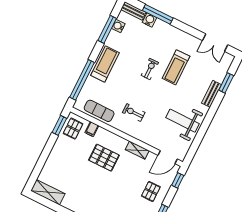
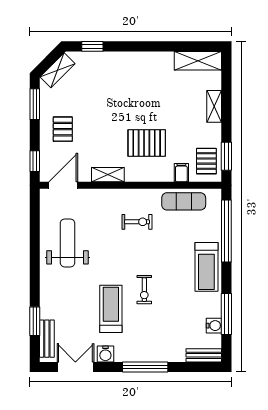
window: (158, 14) -> (145, 367), moved
water cooler: (149, 20) -> (105, 354), moved
bench: (211, 94) -> (47, 339), moved
weight bench: (182, 121) -> (68, 243), turned -90
shelving: (52, 159) -> (214, 106), added

